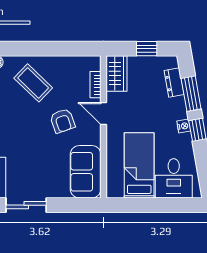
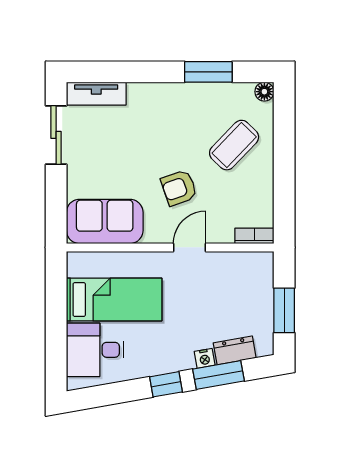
window: (147, 49) -> (284, 310), width x1.50
wardrobe: (116, 74) -> (248, 266), removed
bookcase: (95, 85) -> (254, 236), moved
nightstand: (184, 126) -> (205, 358), moved

